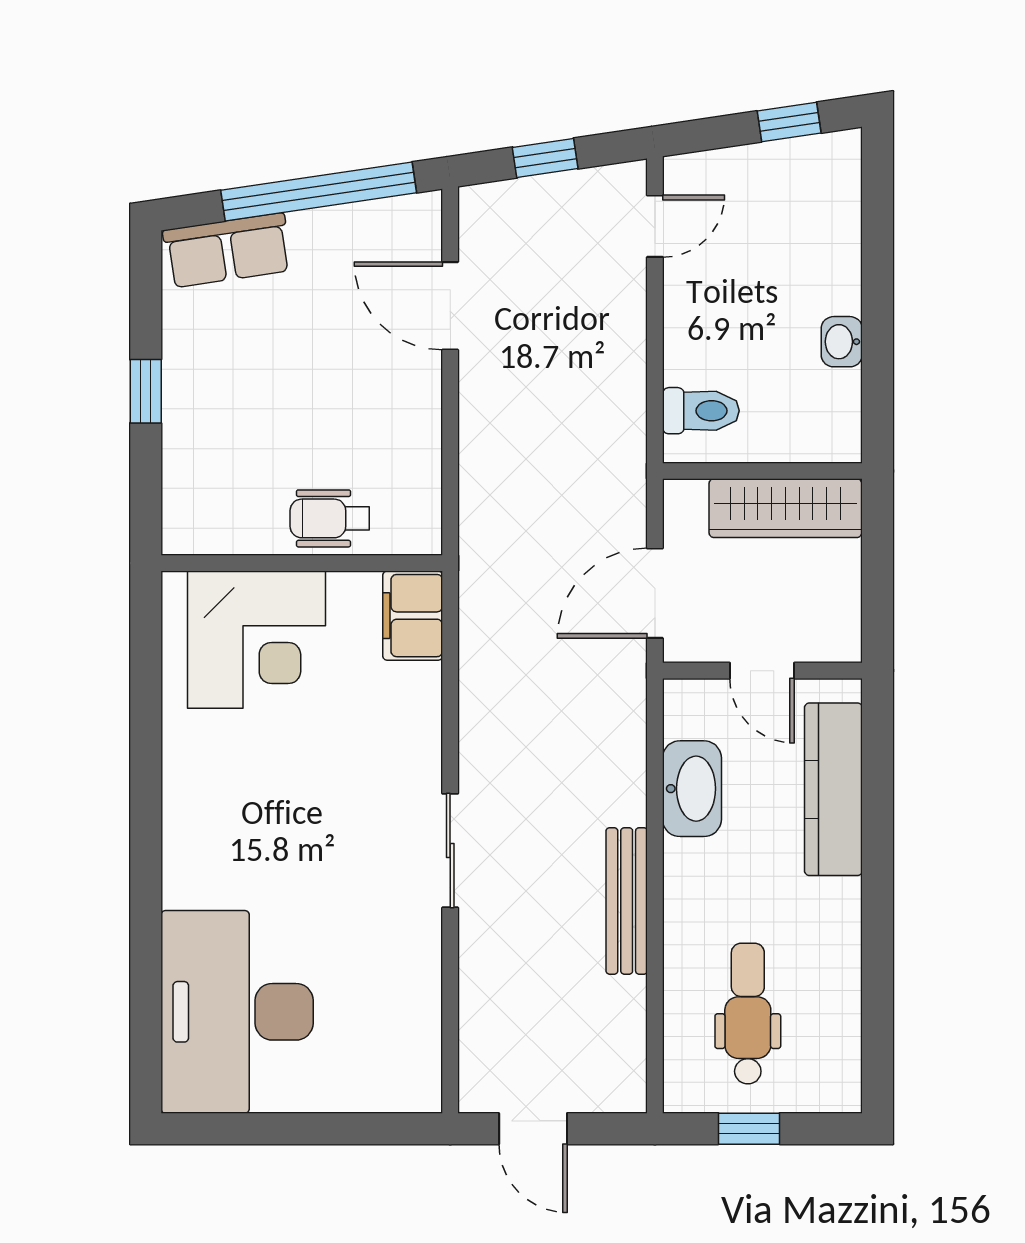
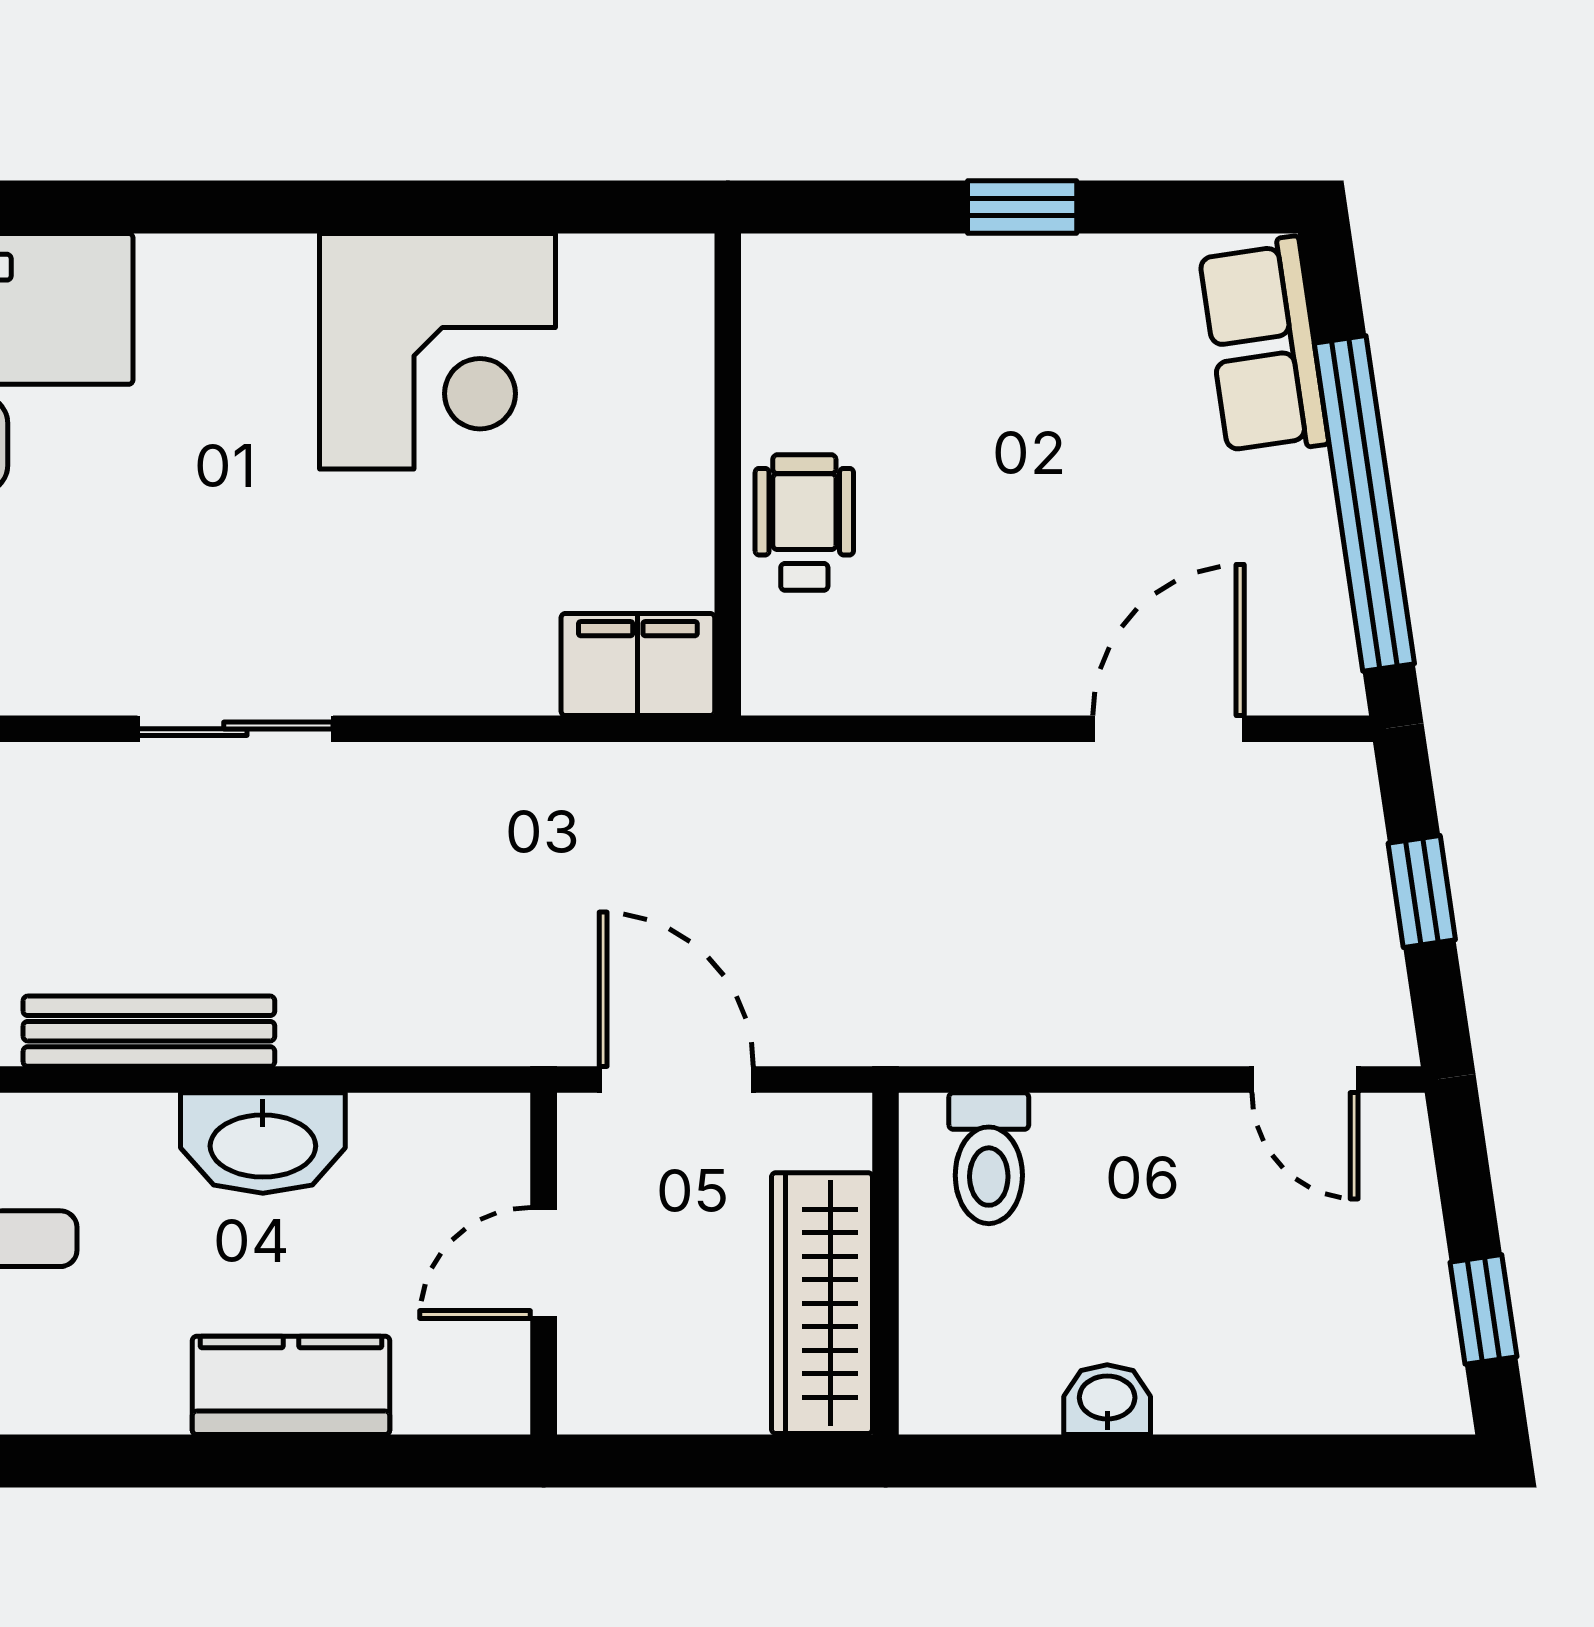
corner desk: (257, 640) -> (438, 351), moved, turned -90
washbasin: (692, 789) -> (263, 1143), moved
kitchen counter: (833, 789) -> (291, 1385), width x0.67

